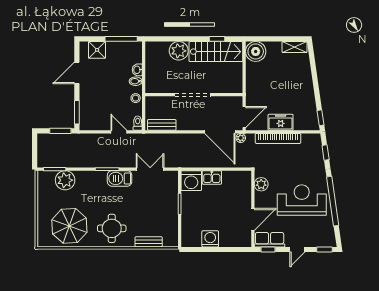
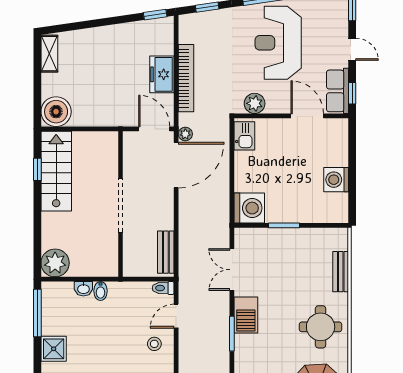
plant: (179, 51) -> (55, 263), moved
stool: (136, 98) -> (154, 344), moved
kitchen sink: (212, 177) -> (244, 136), moved

